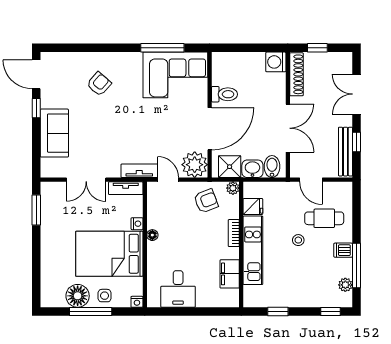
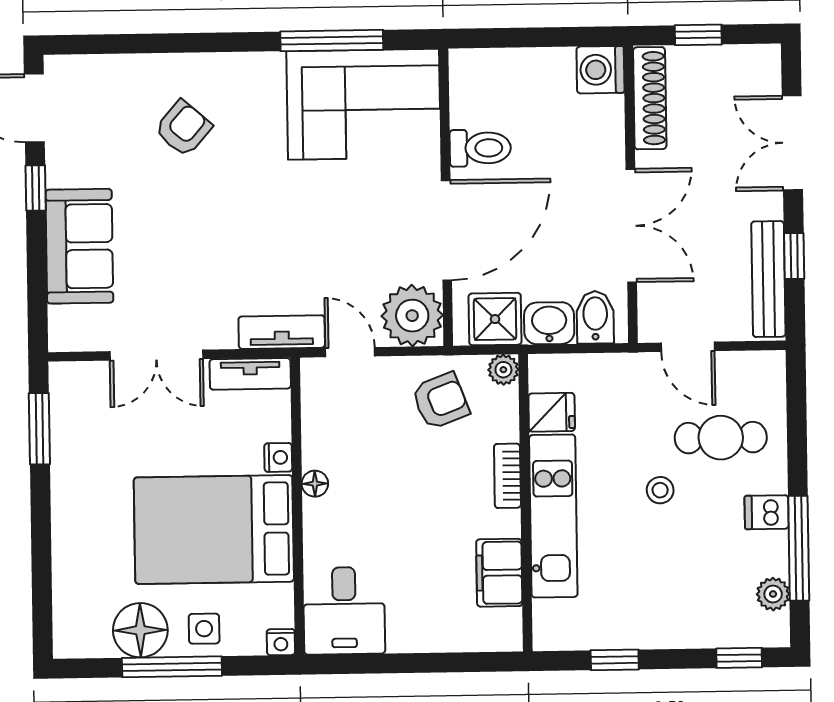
desk: (178, 289) -> (344, 611), moved

